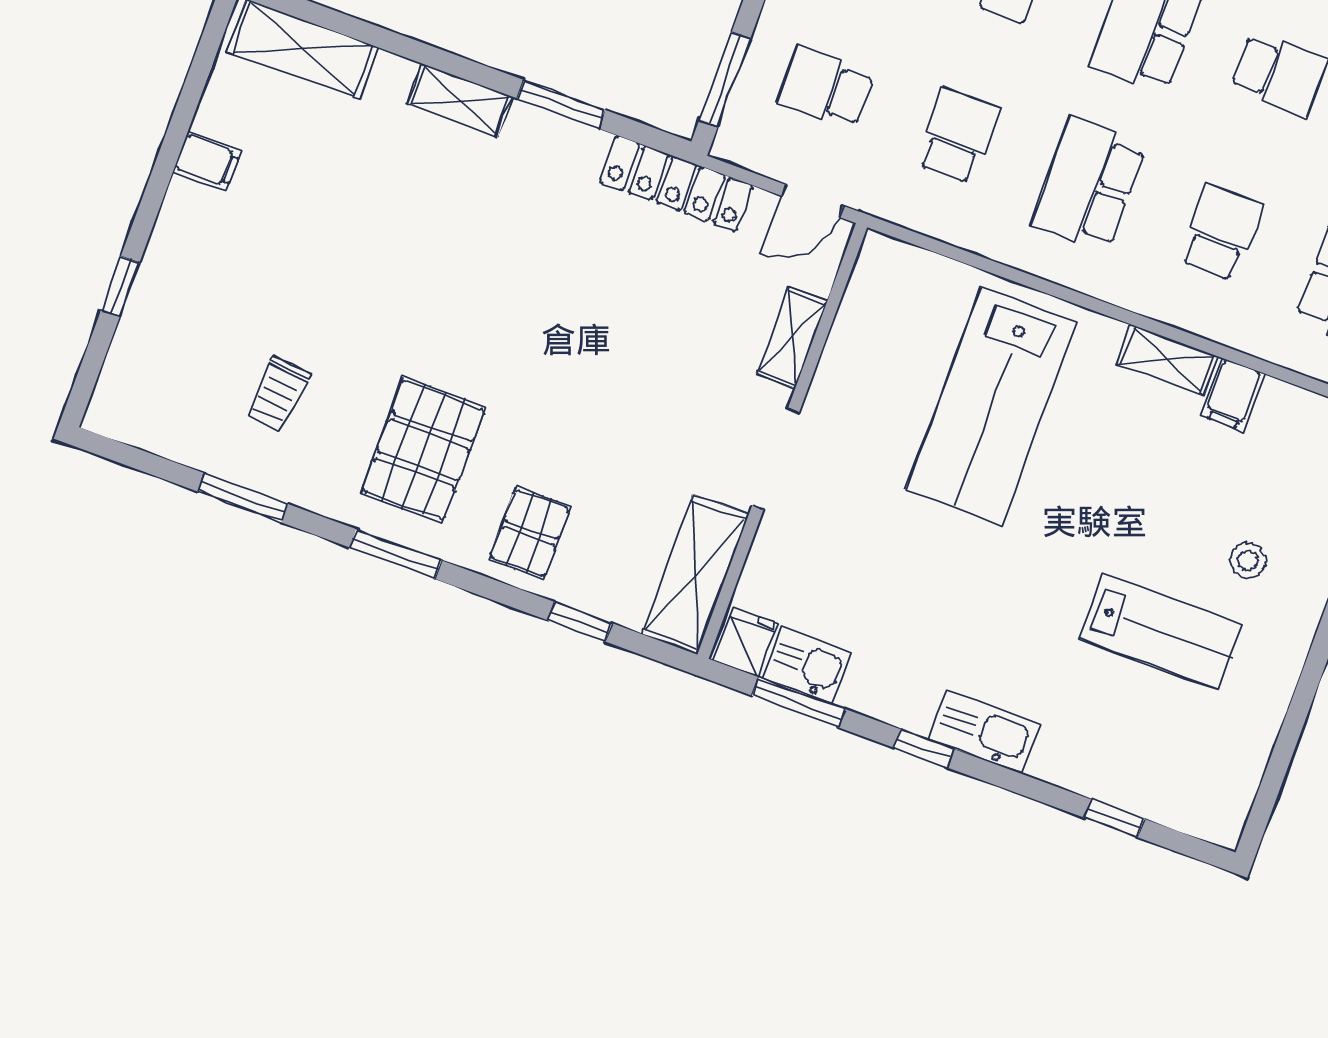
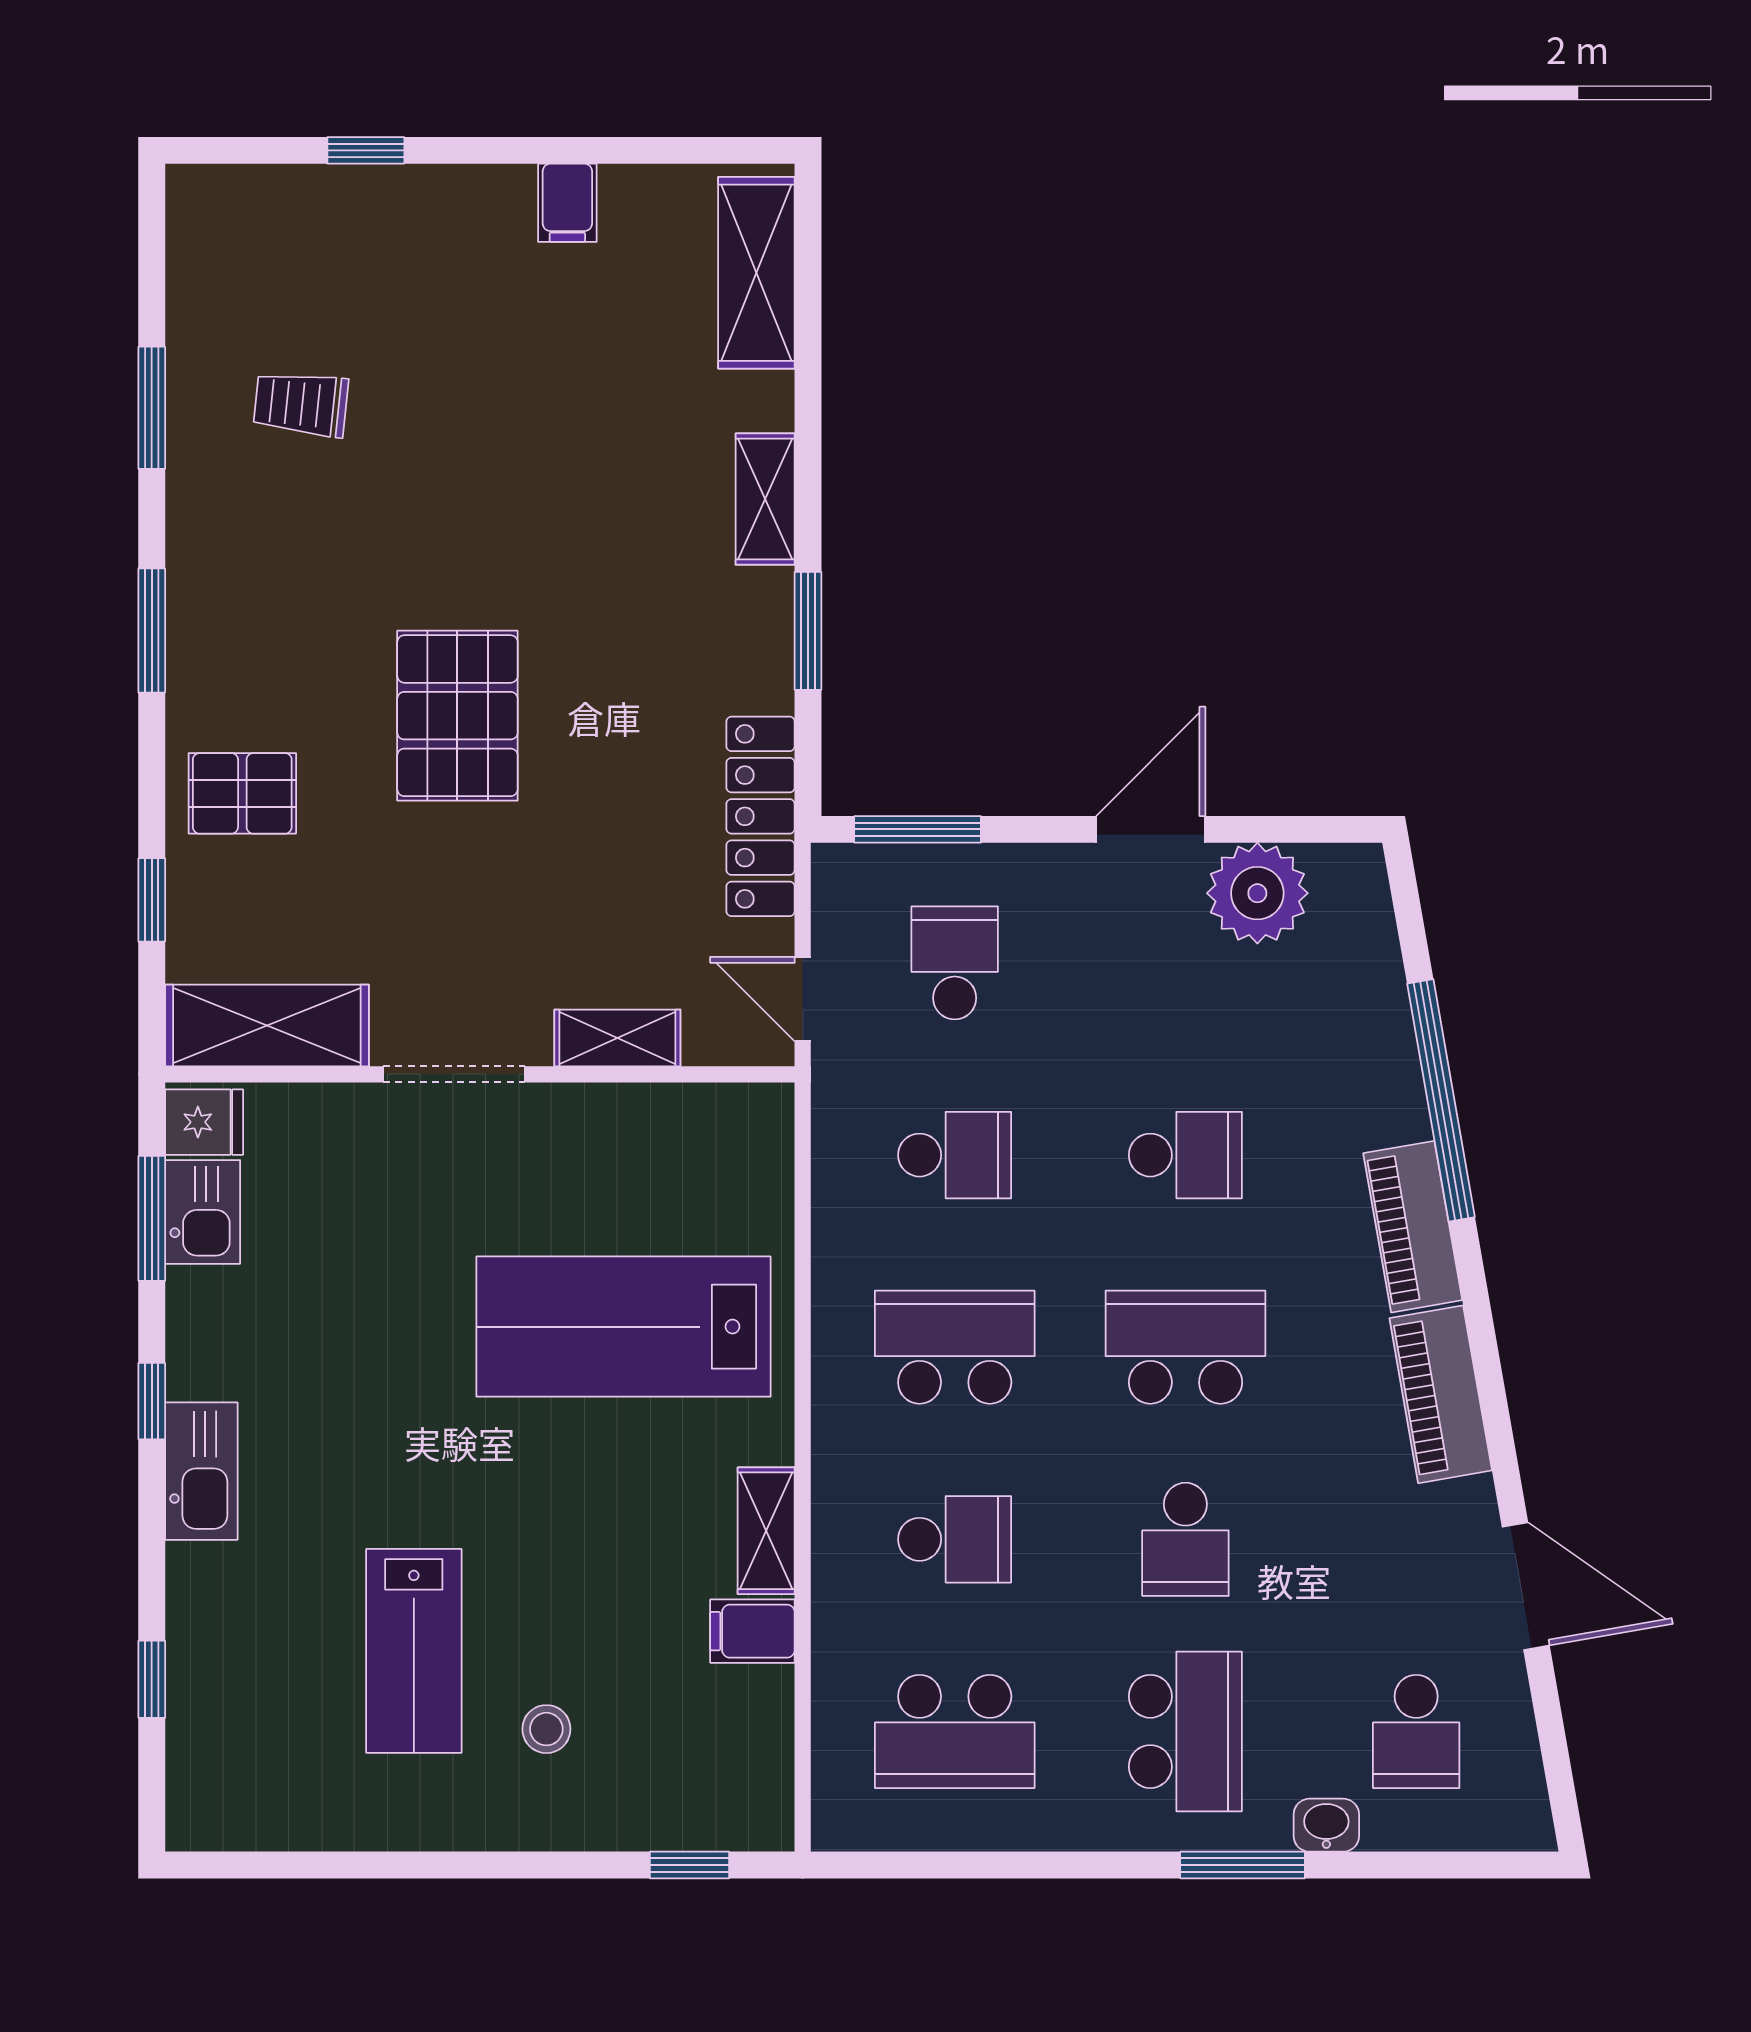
pallet: (423, 450) -> (457, 716), moved, turned 90

